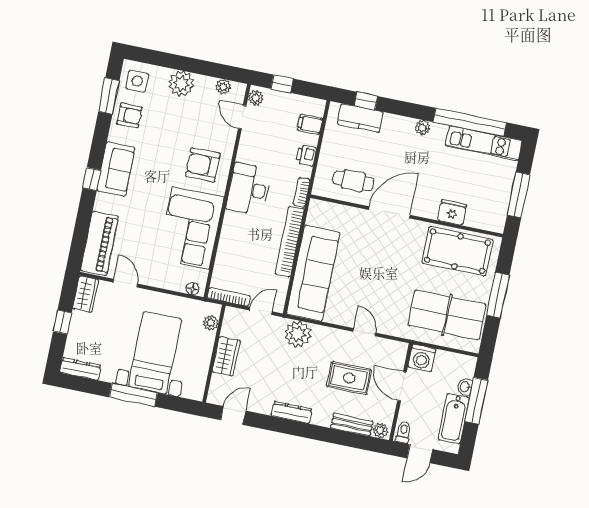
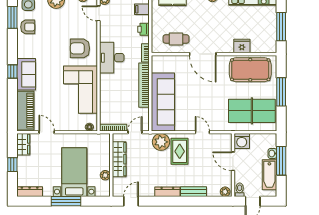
sofa: (116, 169) -> (26, 74), moved
door: (389, 212) -> (203, 54), swing flipped
plant: (211, 323) -> (105, 175), moved
wardrobe: (226, 356) -> (119, 159), width x1.50
rug: (349, 378) -> (180, 151), moved, turned 90
bench: (352, 425) -> (194, 192), moved

